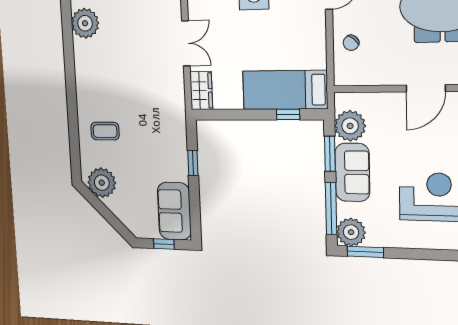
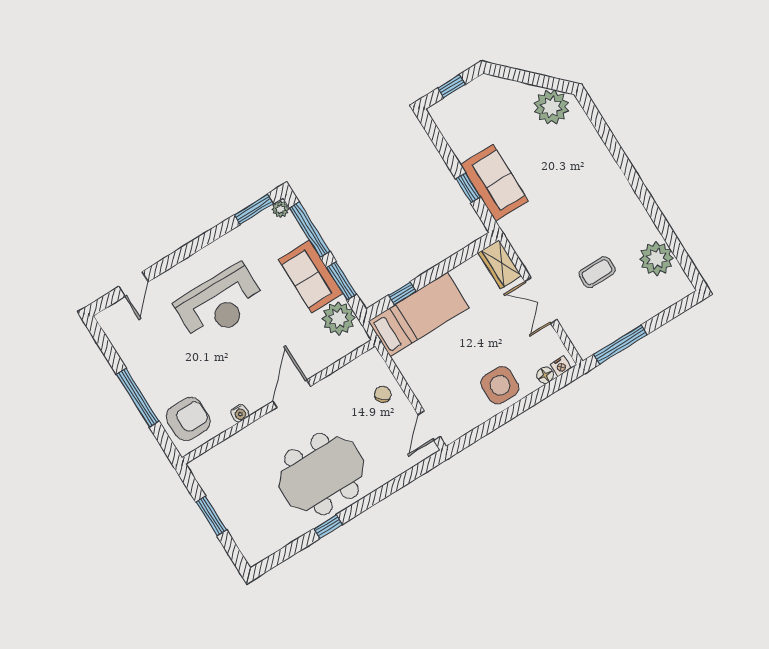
coffee table: (105, 131) -> (597, 272), moved
sofa: (174, 211) -> (494, 183), moved
plant: (351, 232) -> (280, 209), width x0.53, depth x0.53

